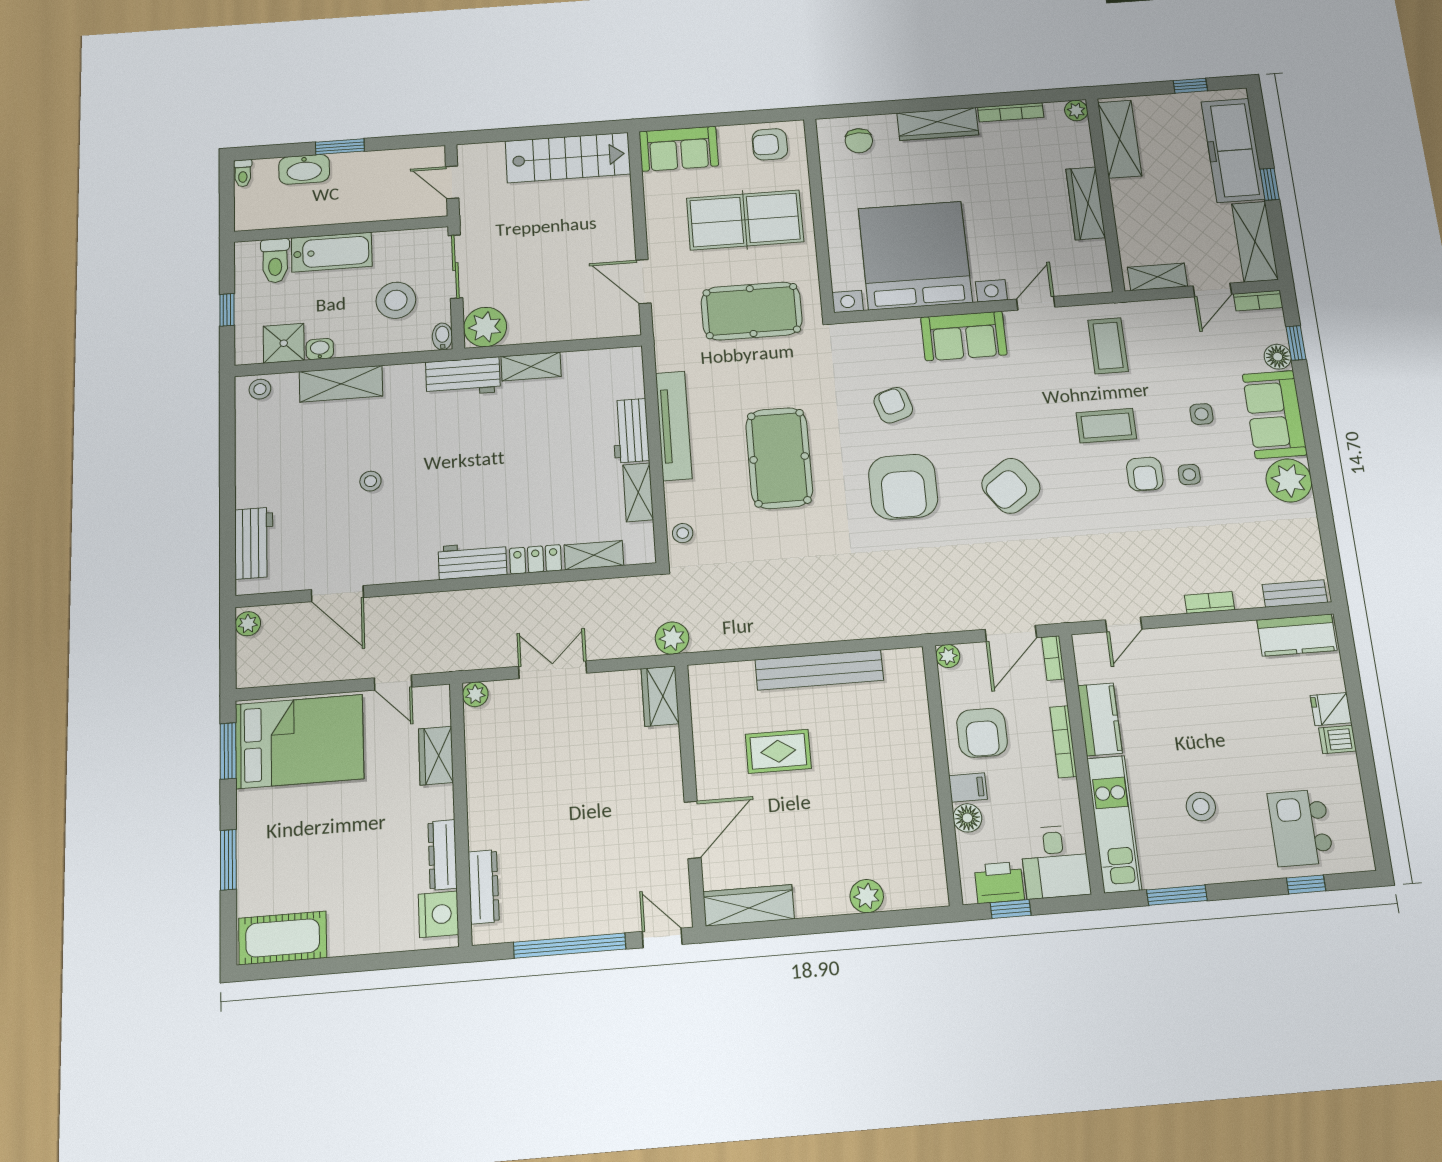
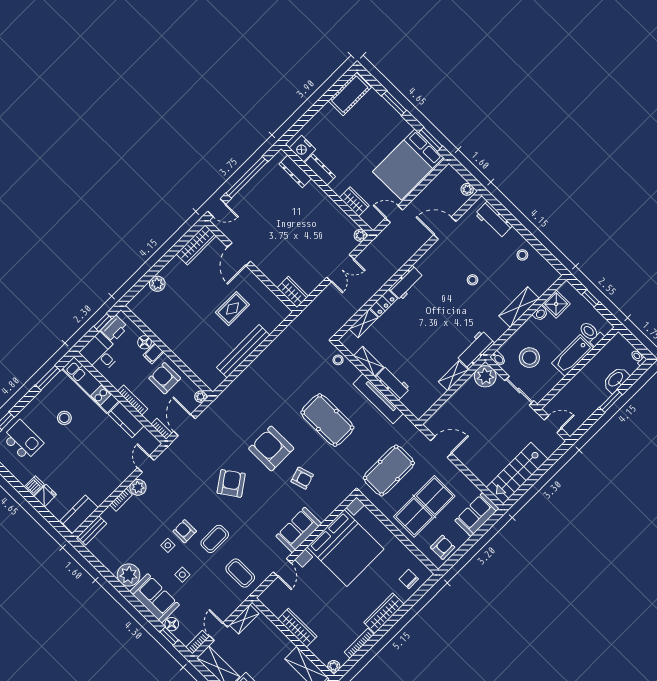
stool: (260, 389) -> (522, 255), moved
plant: (672, 638) -> (138, 487), moved

